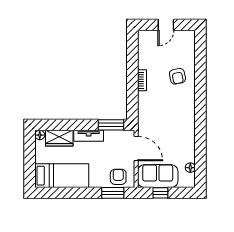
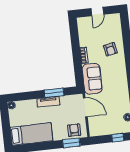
window: (111, 125) -> (54, 93), moved
wardrobe: (59, 138) -> (26, 106), removed
sofa: (158, 176) -> (92, 79), moved, turned 90
window: (160, 193) -> (118, 138), moved

